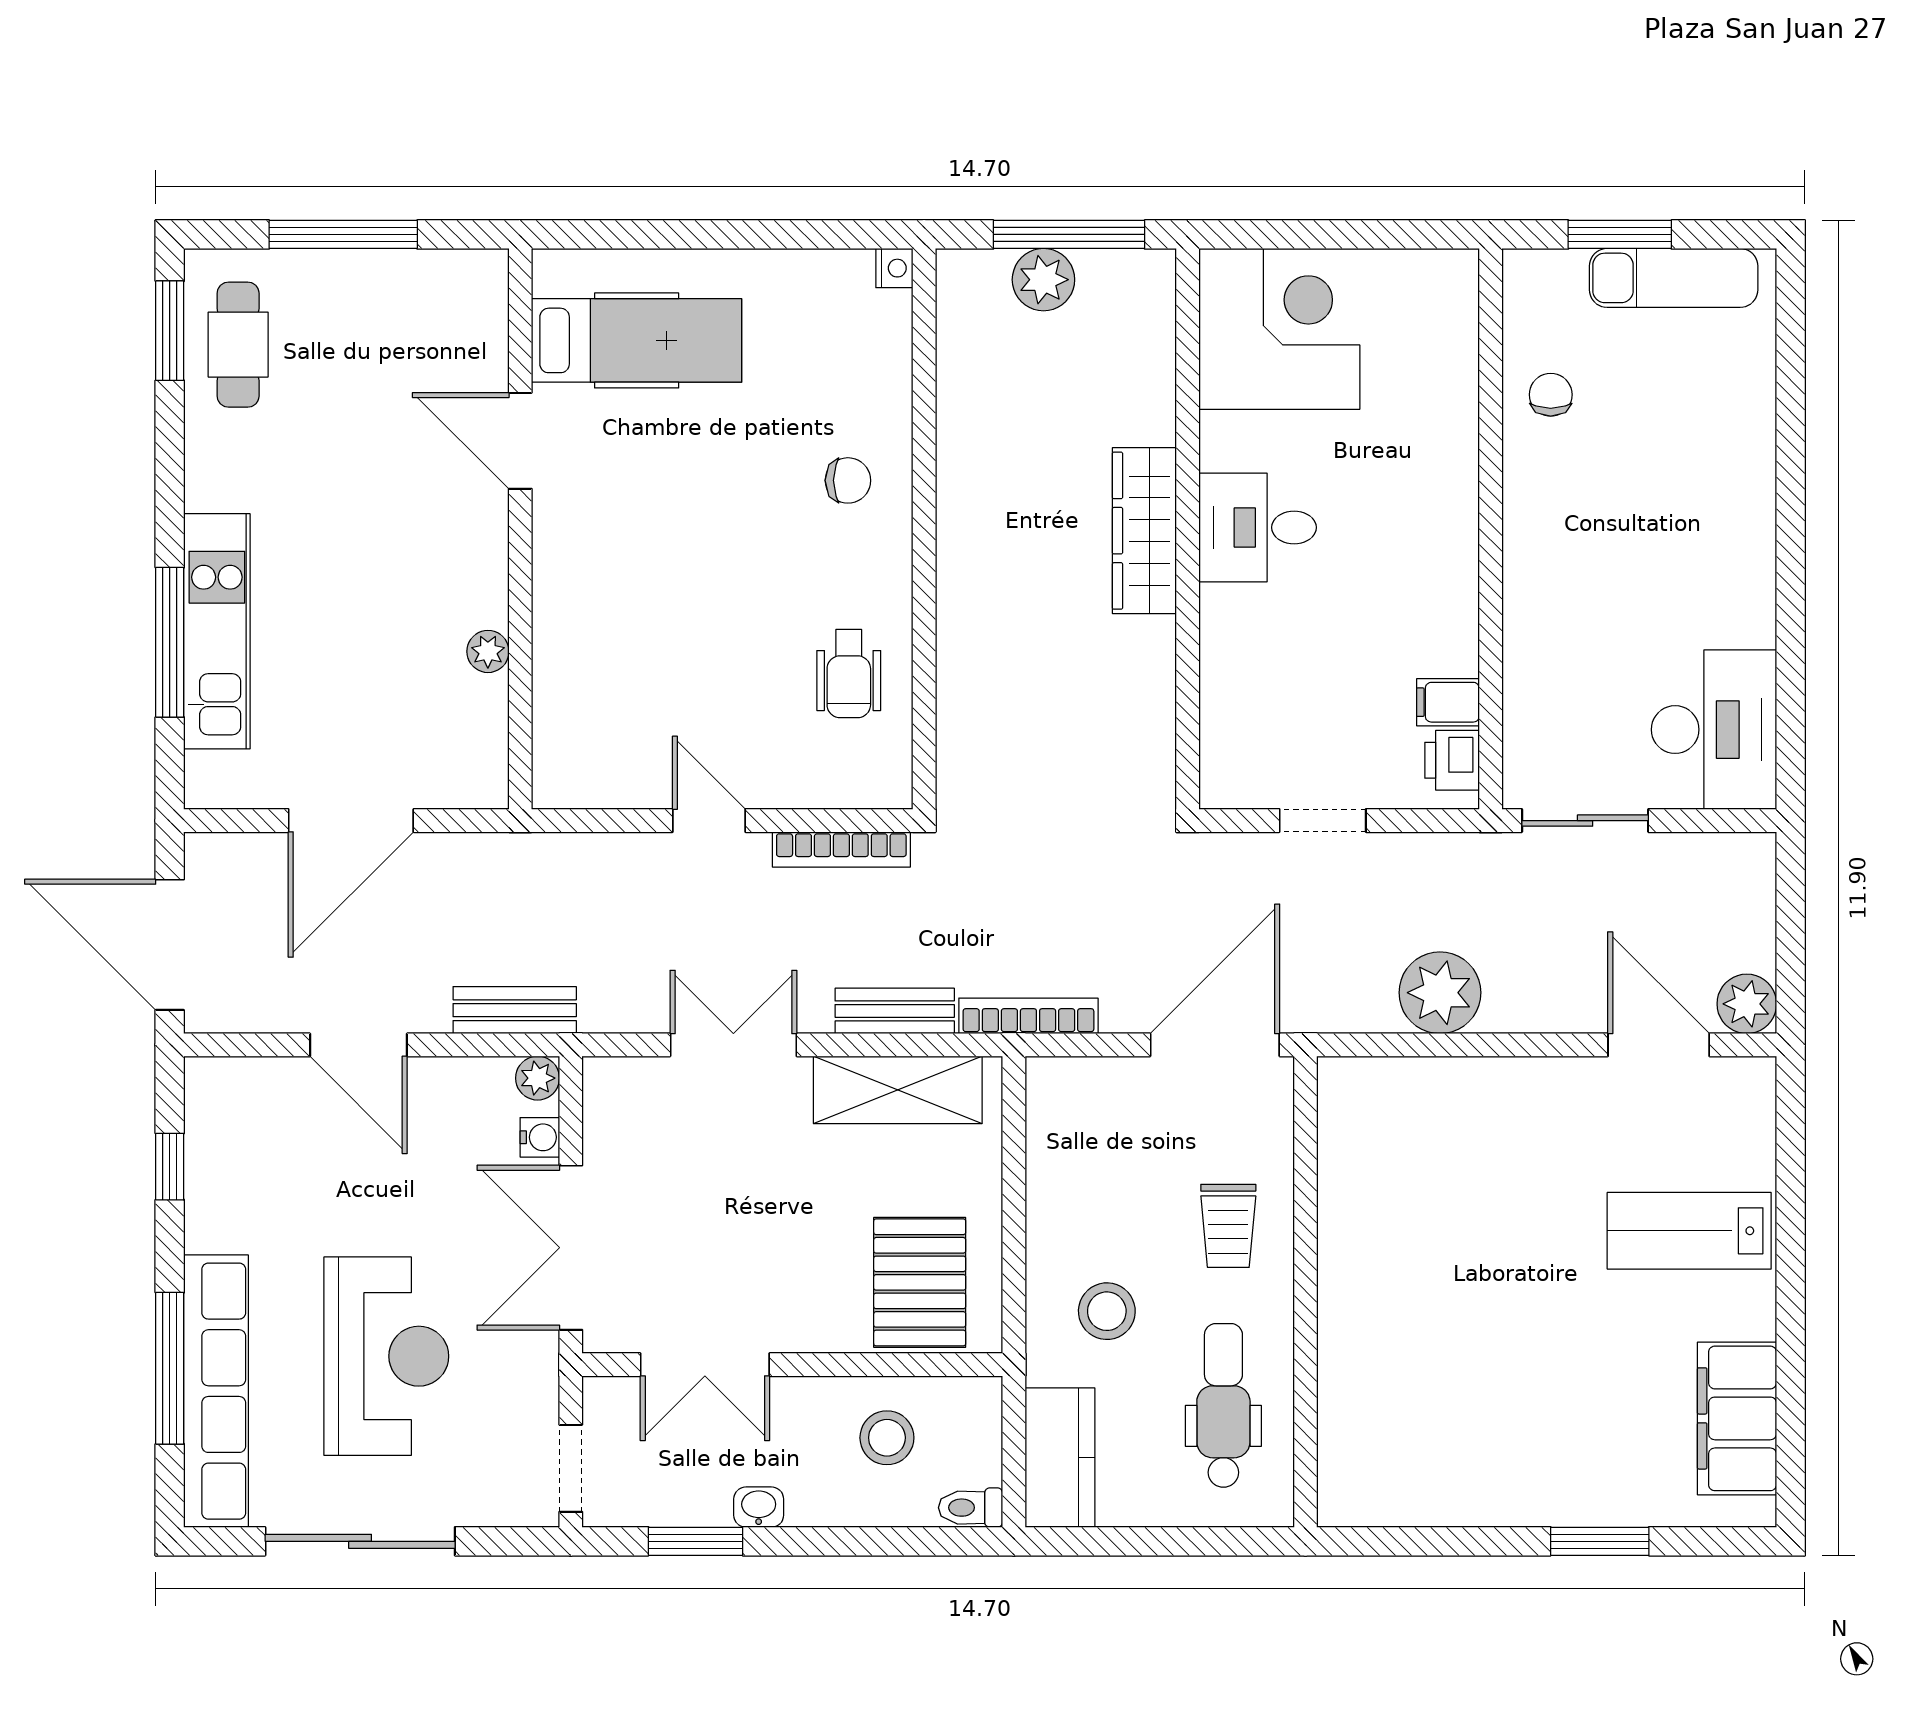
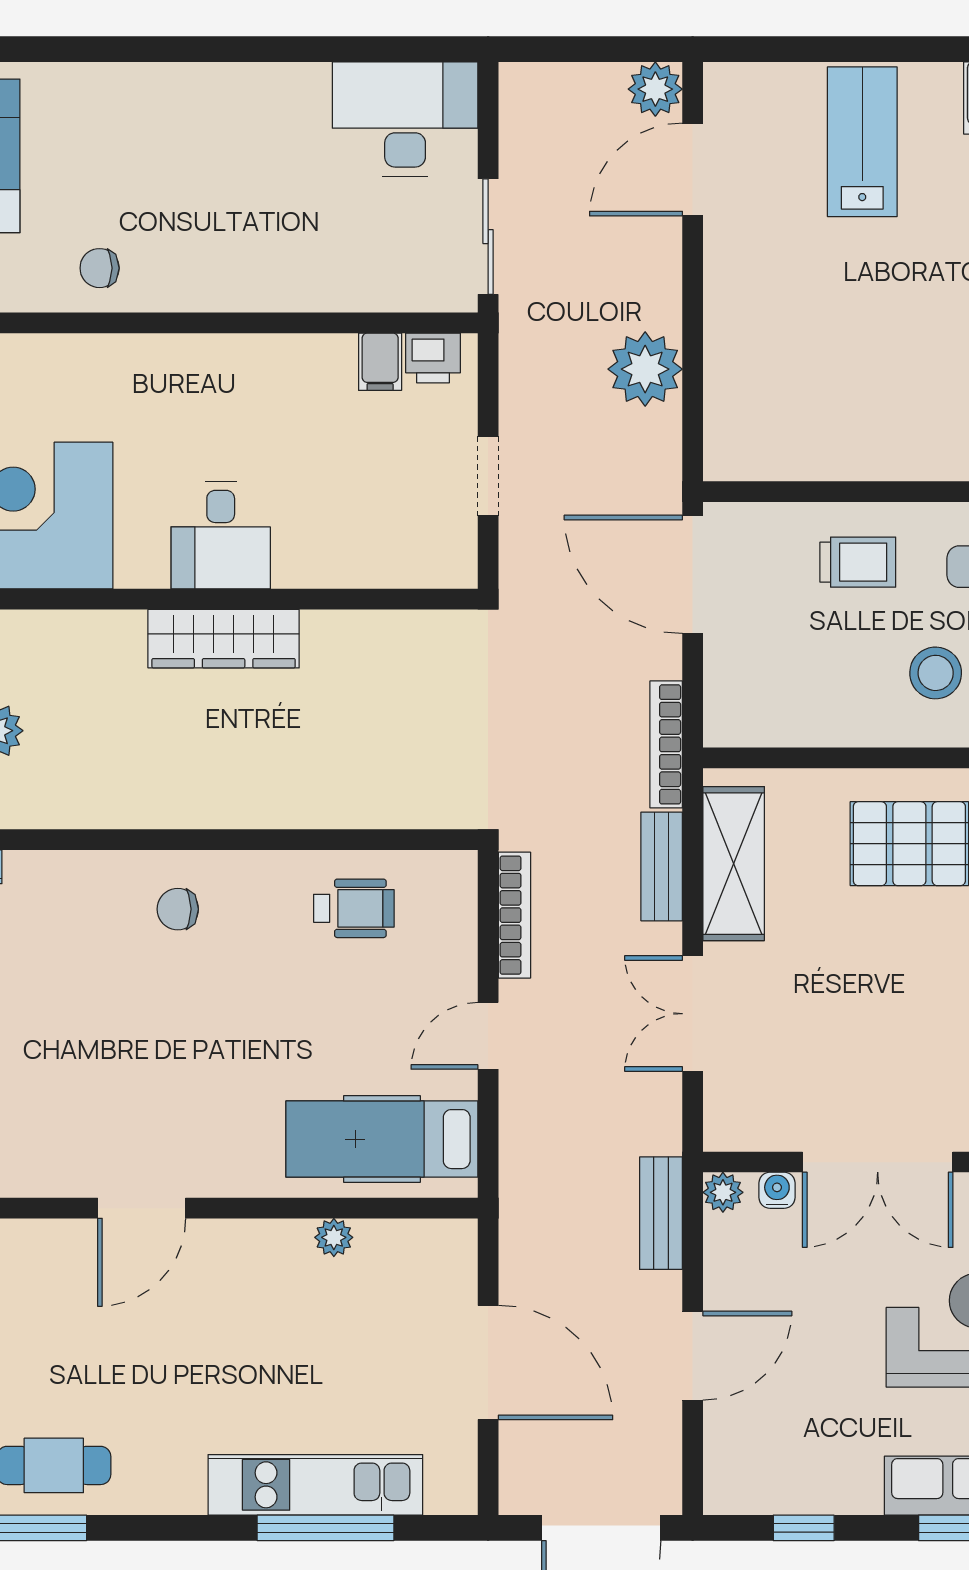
hospital bed: (637, 340) -> (382, 1139), moved, turned -90
chair: (848, 480) -> (178, 909), turned -90
lab bench: (1689, 1231) -> (862, 142), turned 180

